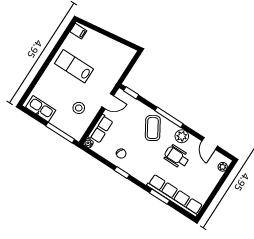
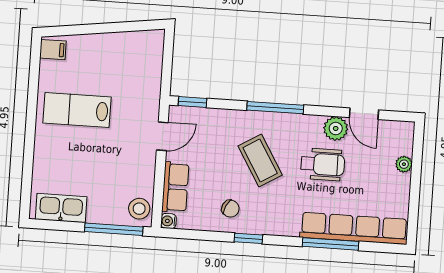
stool: (79, 108) -> (139, 209), moved
coffee table: (153, 128) -> (260, 160), moved
plant: (182, 136) -> (336, 128), moved
wheelchair: (177, 157) -> (323, 164), turned 180
plant: (223, 167) -> (404, 164), moved
window: (160, 197) -> (330, 244), width x1.44

